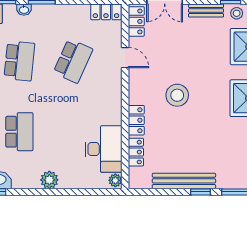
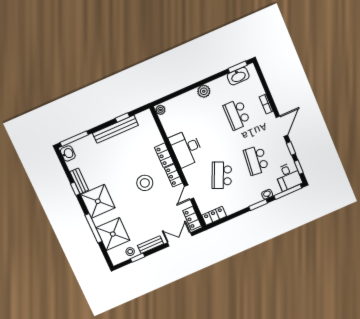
door: (125, 58) -> (189, 192), hinge flipped
desk: (104, 149) -> (186, 148), moved
locker: (136, 152) -> (173, 176), moved
window: (201, 192) -> (122, 117), moved

